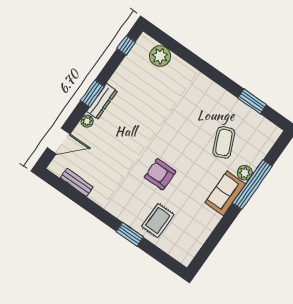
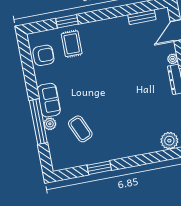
window: (252, 101) -> (99, 168), moved
armchair: (160, 174) -> (43, 55), moved
window: (130, 234) -> (67, 21), moved

